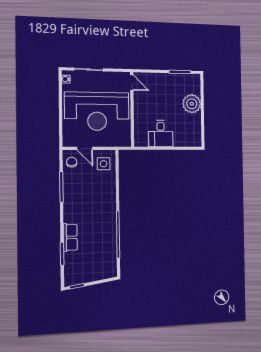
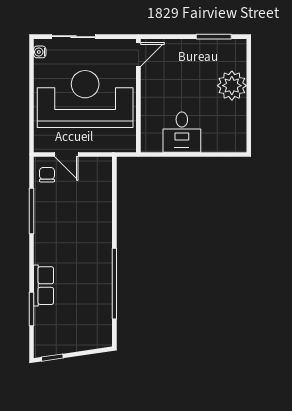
door: (132, 82) -> (138, 55), hinge flipped
reception desk: (97, 111) -> (85, 99), turned 180
side table: (104, 164) -> (94, 178), removed

